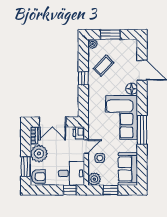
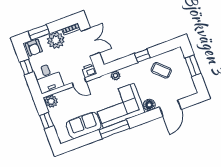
plant: (93, 44) -> (115, 76), moved
double door: (52, 122) -> (90, 42), swing flipped
side table: (100, 158) -> (73, 99), removed
sofa: (128, 169) -> (84, 125), moved
window: (70, 190) -> (27, 67), moved

